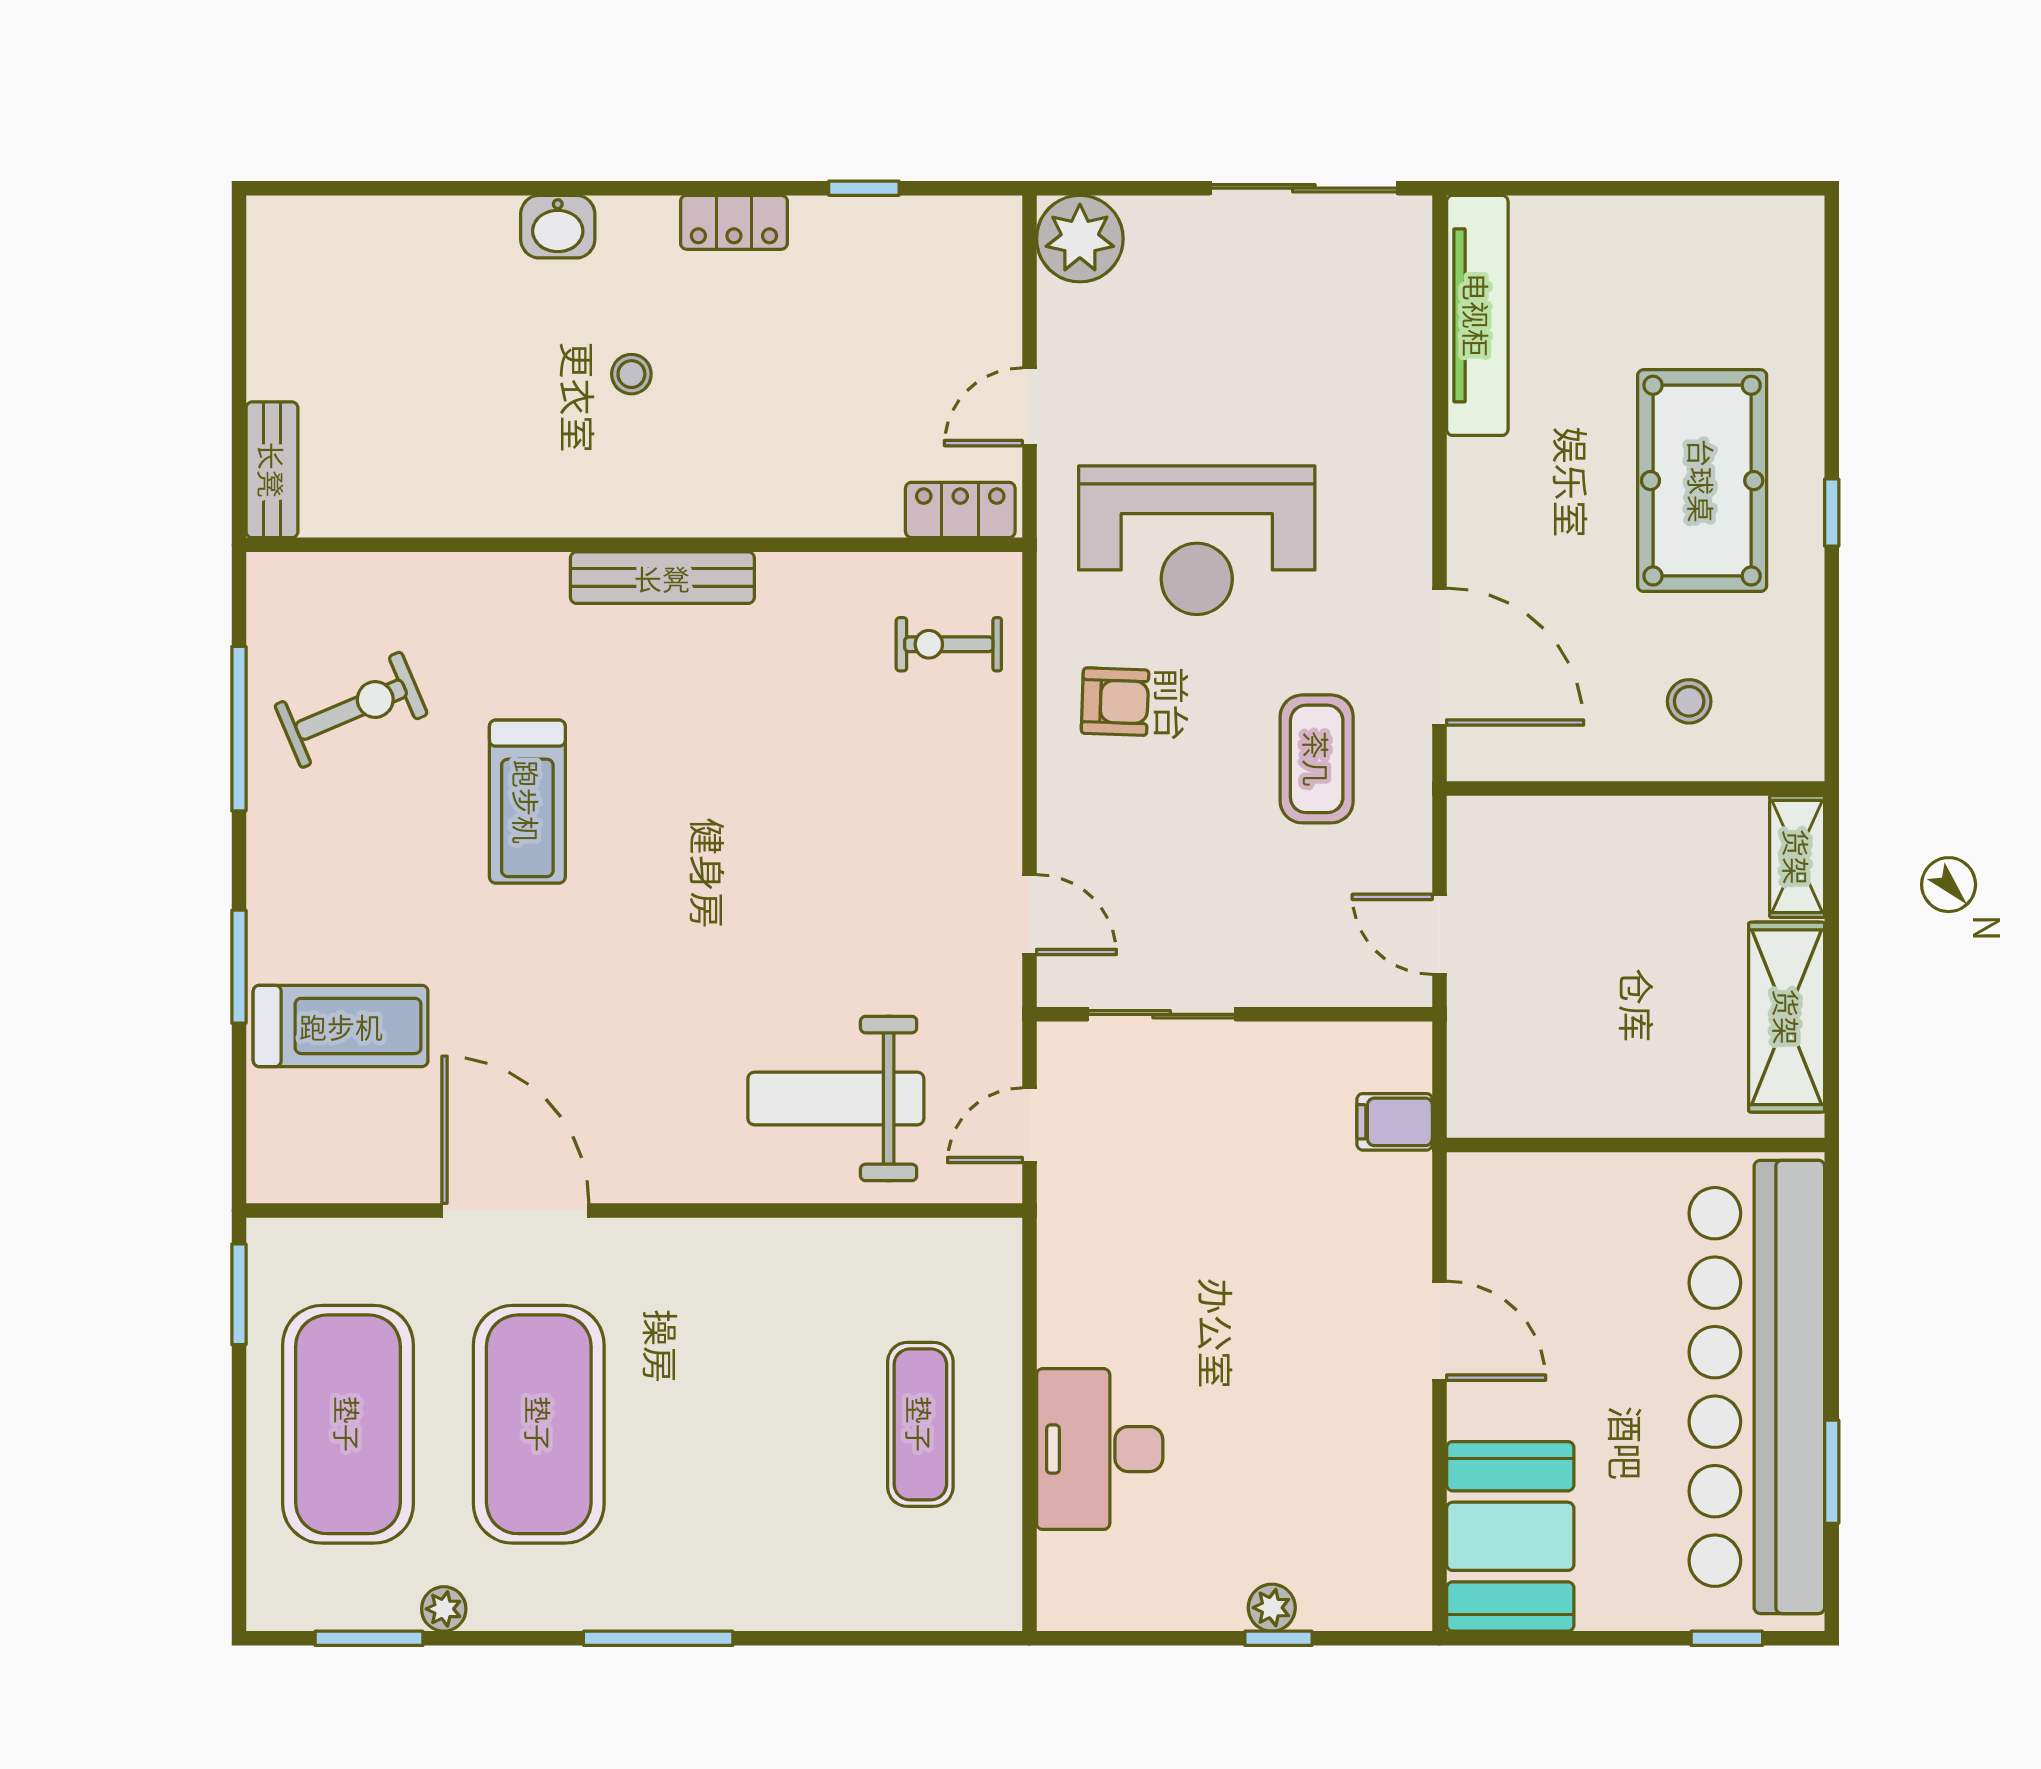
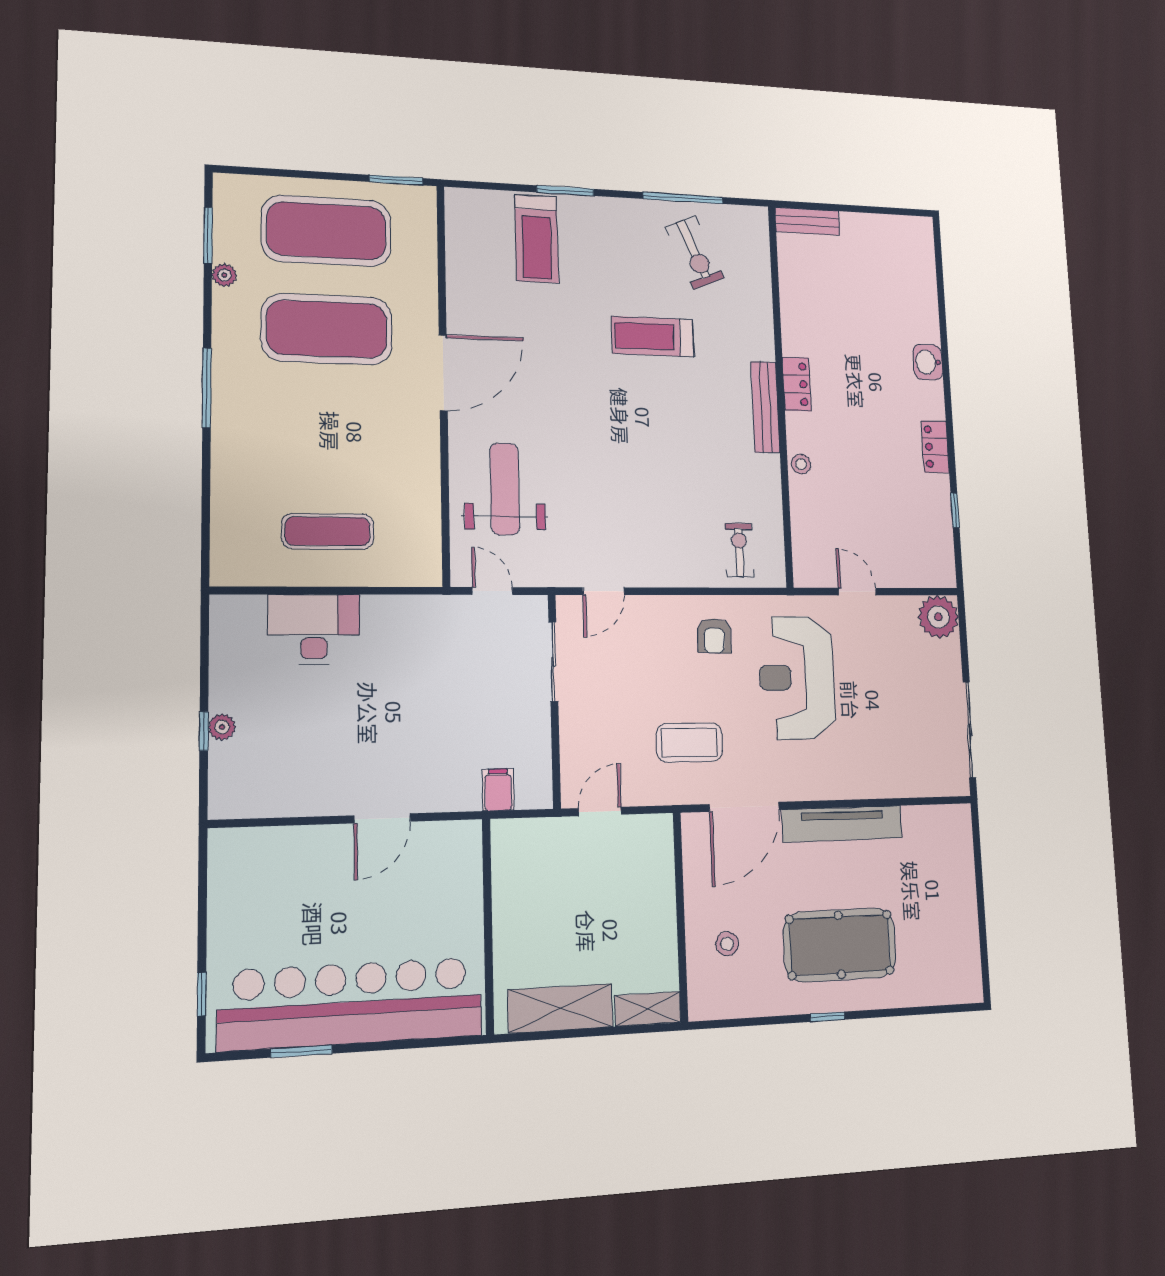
tv unit: (1477, 315) -> (842, 824), moved
stool: (631, 374) -> (801, 464), moved
locker: (960, 510) -> (797, 384), moved
door: (515, 1210) -> (443, 373), moved
booth: (1510, 1536) -> (263, 863), removed

